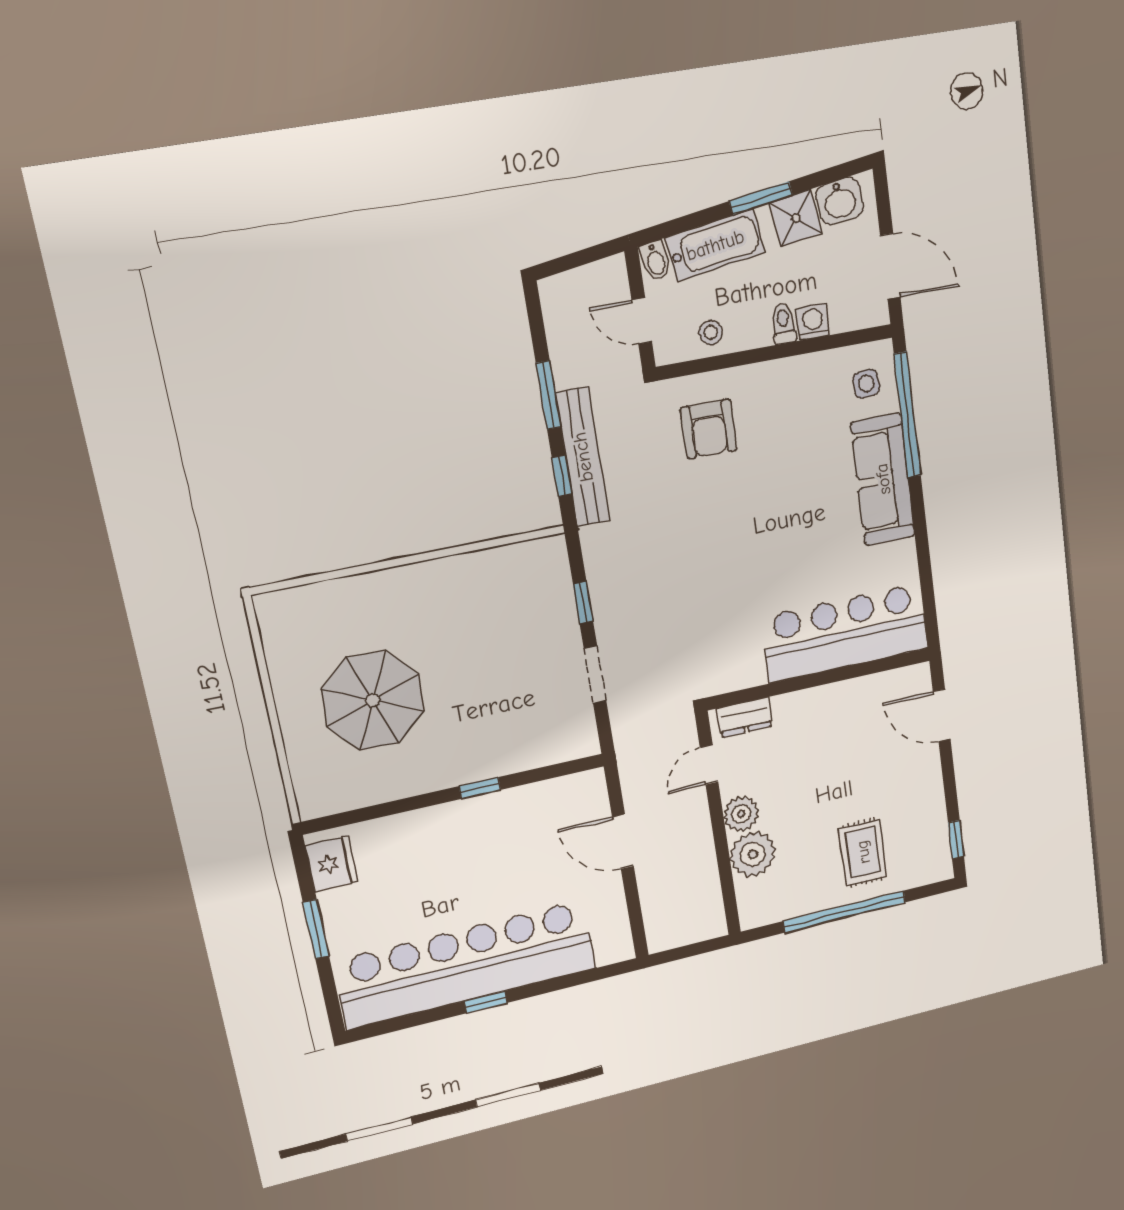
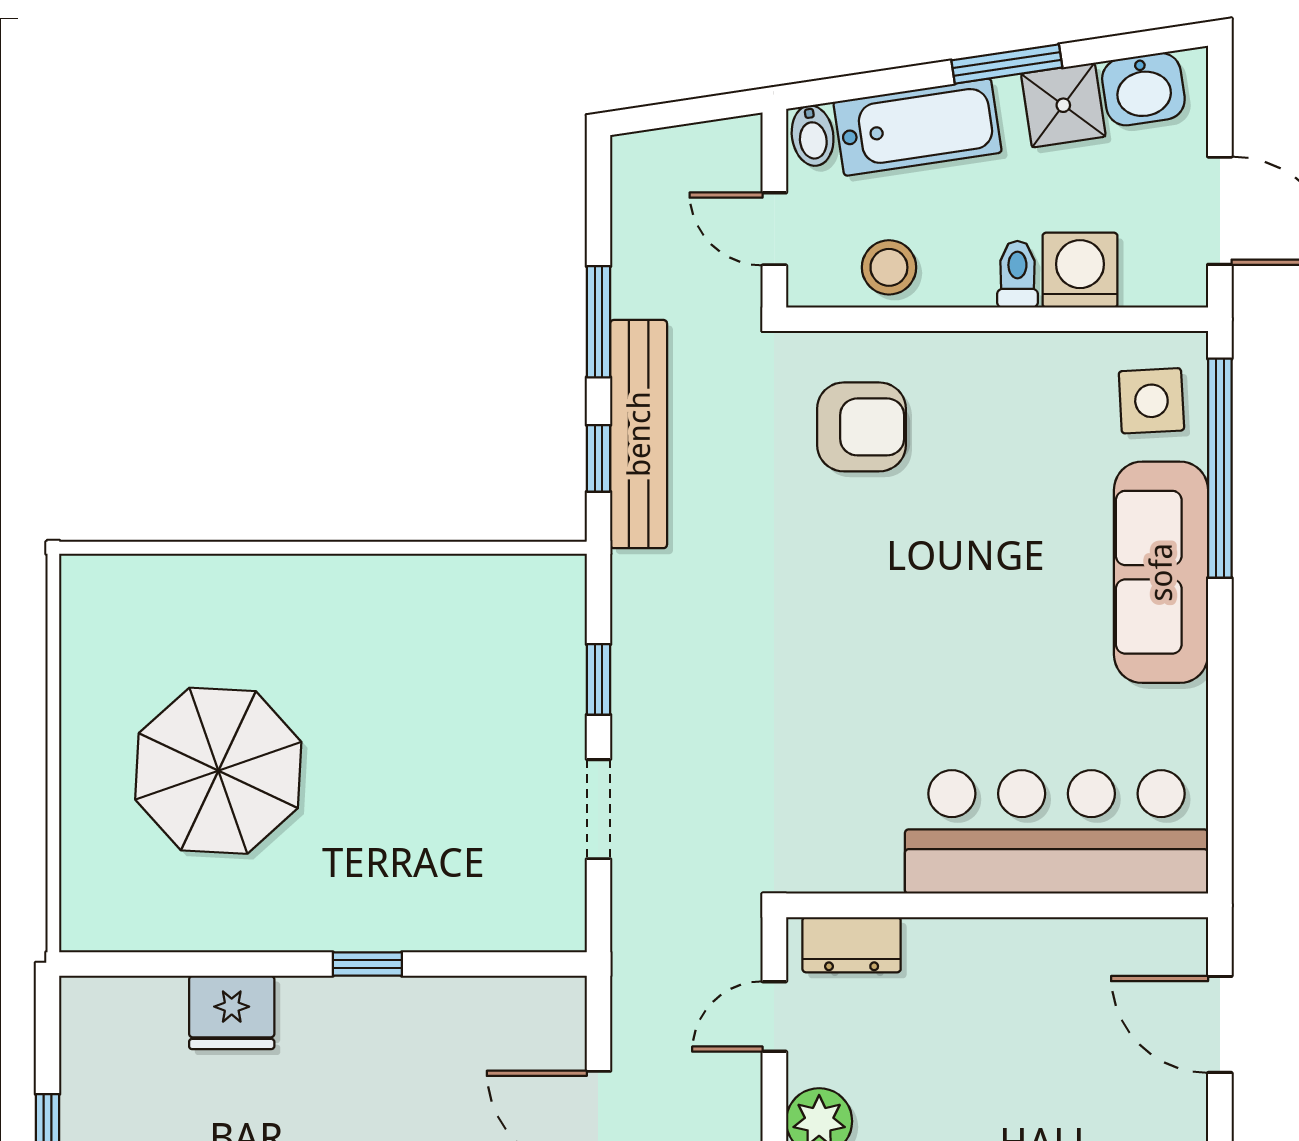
washing machine: (813, 322) -> (1080, 270), width x1.38, depth x1.38
stool: (711, 332) -> (889, 267), width x1.37, depth x1.37
side table: (866, 384) -> (1151, 401), width x1.37, depth x1.37
armchair: (709, 429) -> (861, 427), turned -90
fridge: (332, 864) -> (232, 1012), moved, turned 90

